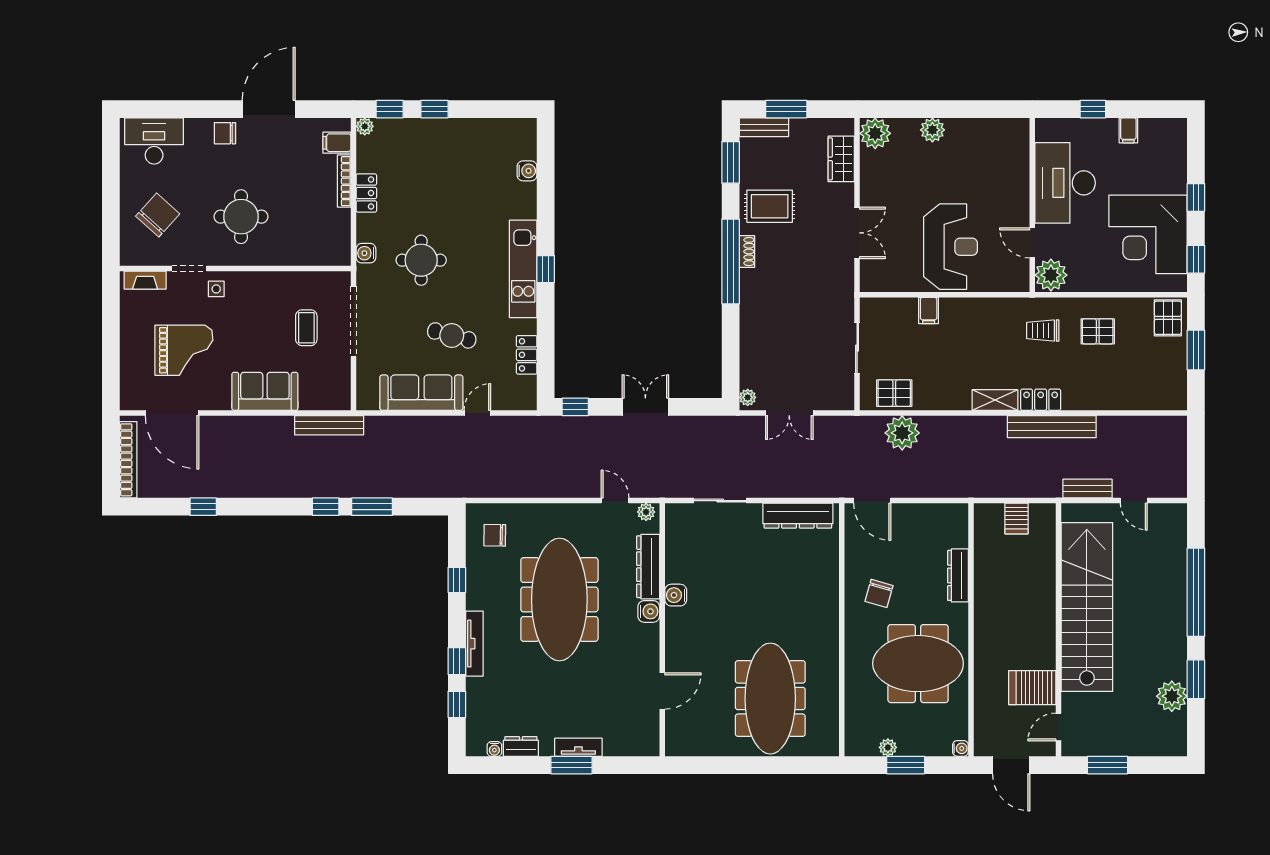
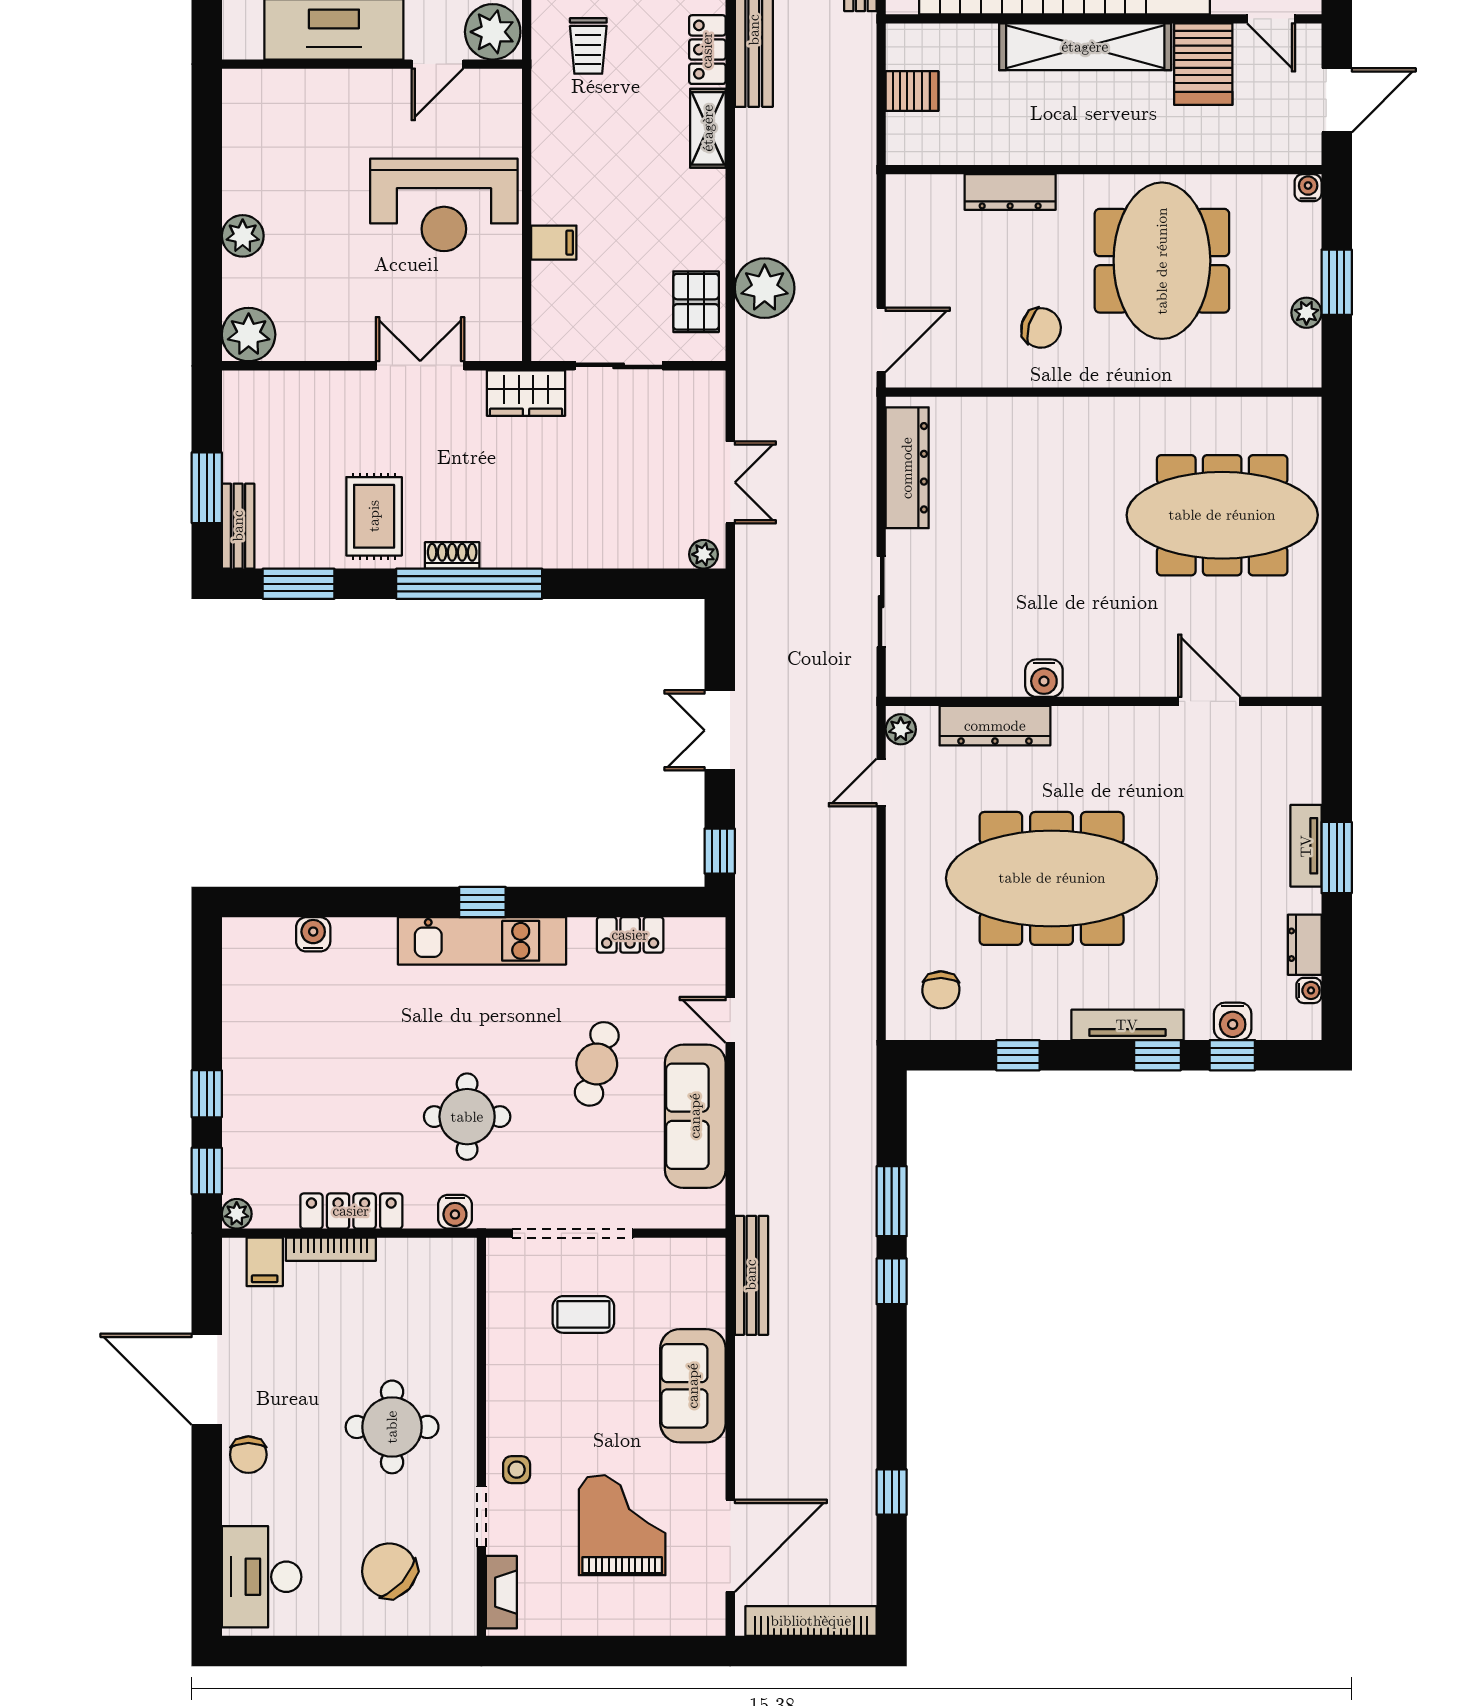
wardrobe: (841, 159) -> (526, 393), moved
locker: (366, 193) -> (351, 1211), width x1.53
reception desk: (950, 247) -> (444, 205), turned 180
water cooler: (649, 611) -> (1233, 1021), moved, turned 180
shelving: (1042, 619) -> (1085, 47), added

